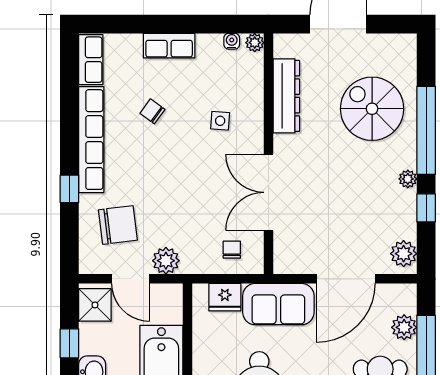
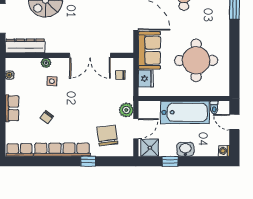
plant: (255, 43) -> (46, 63), moved
dresser: (286, 96) -> (25, 46), moved

